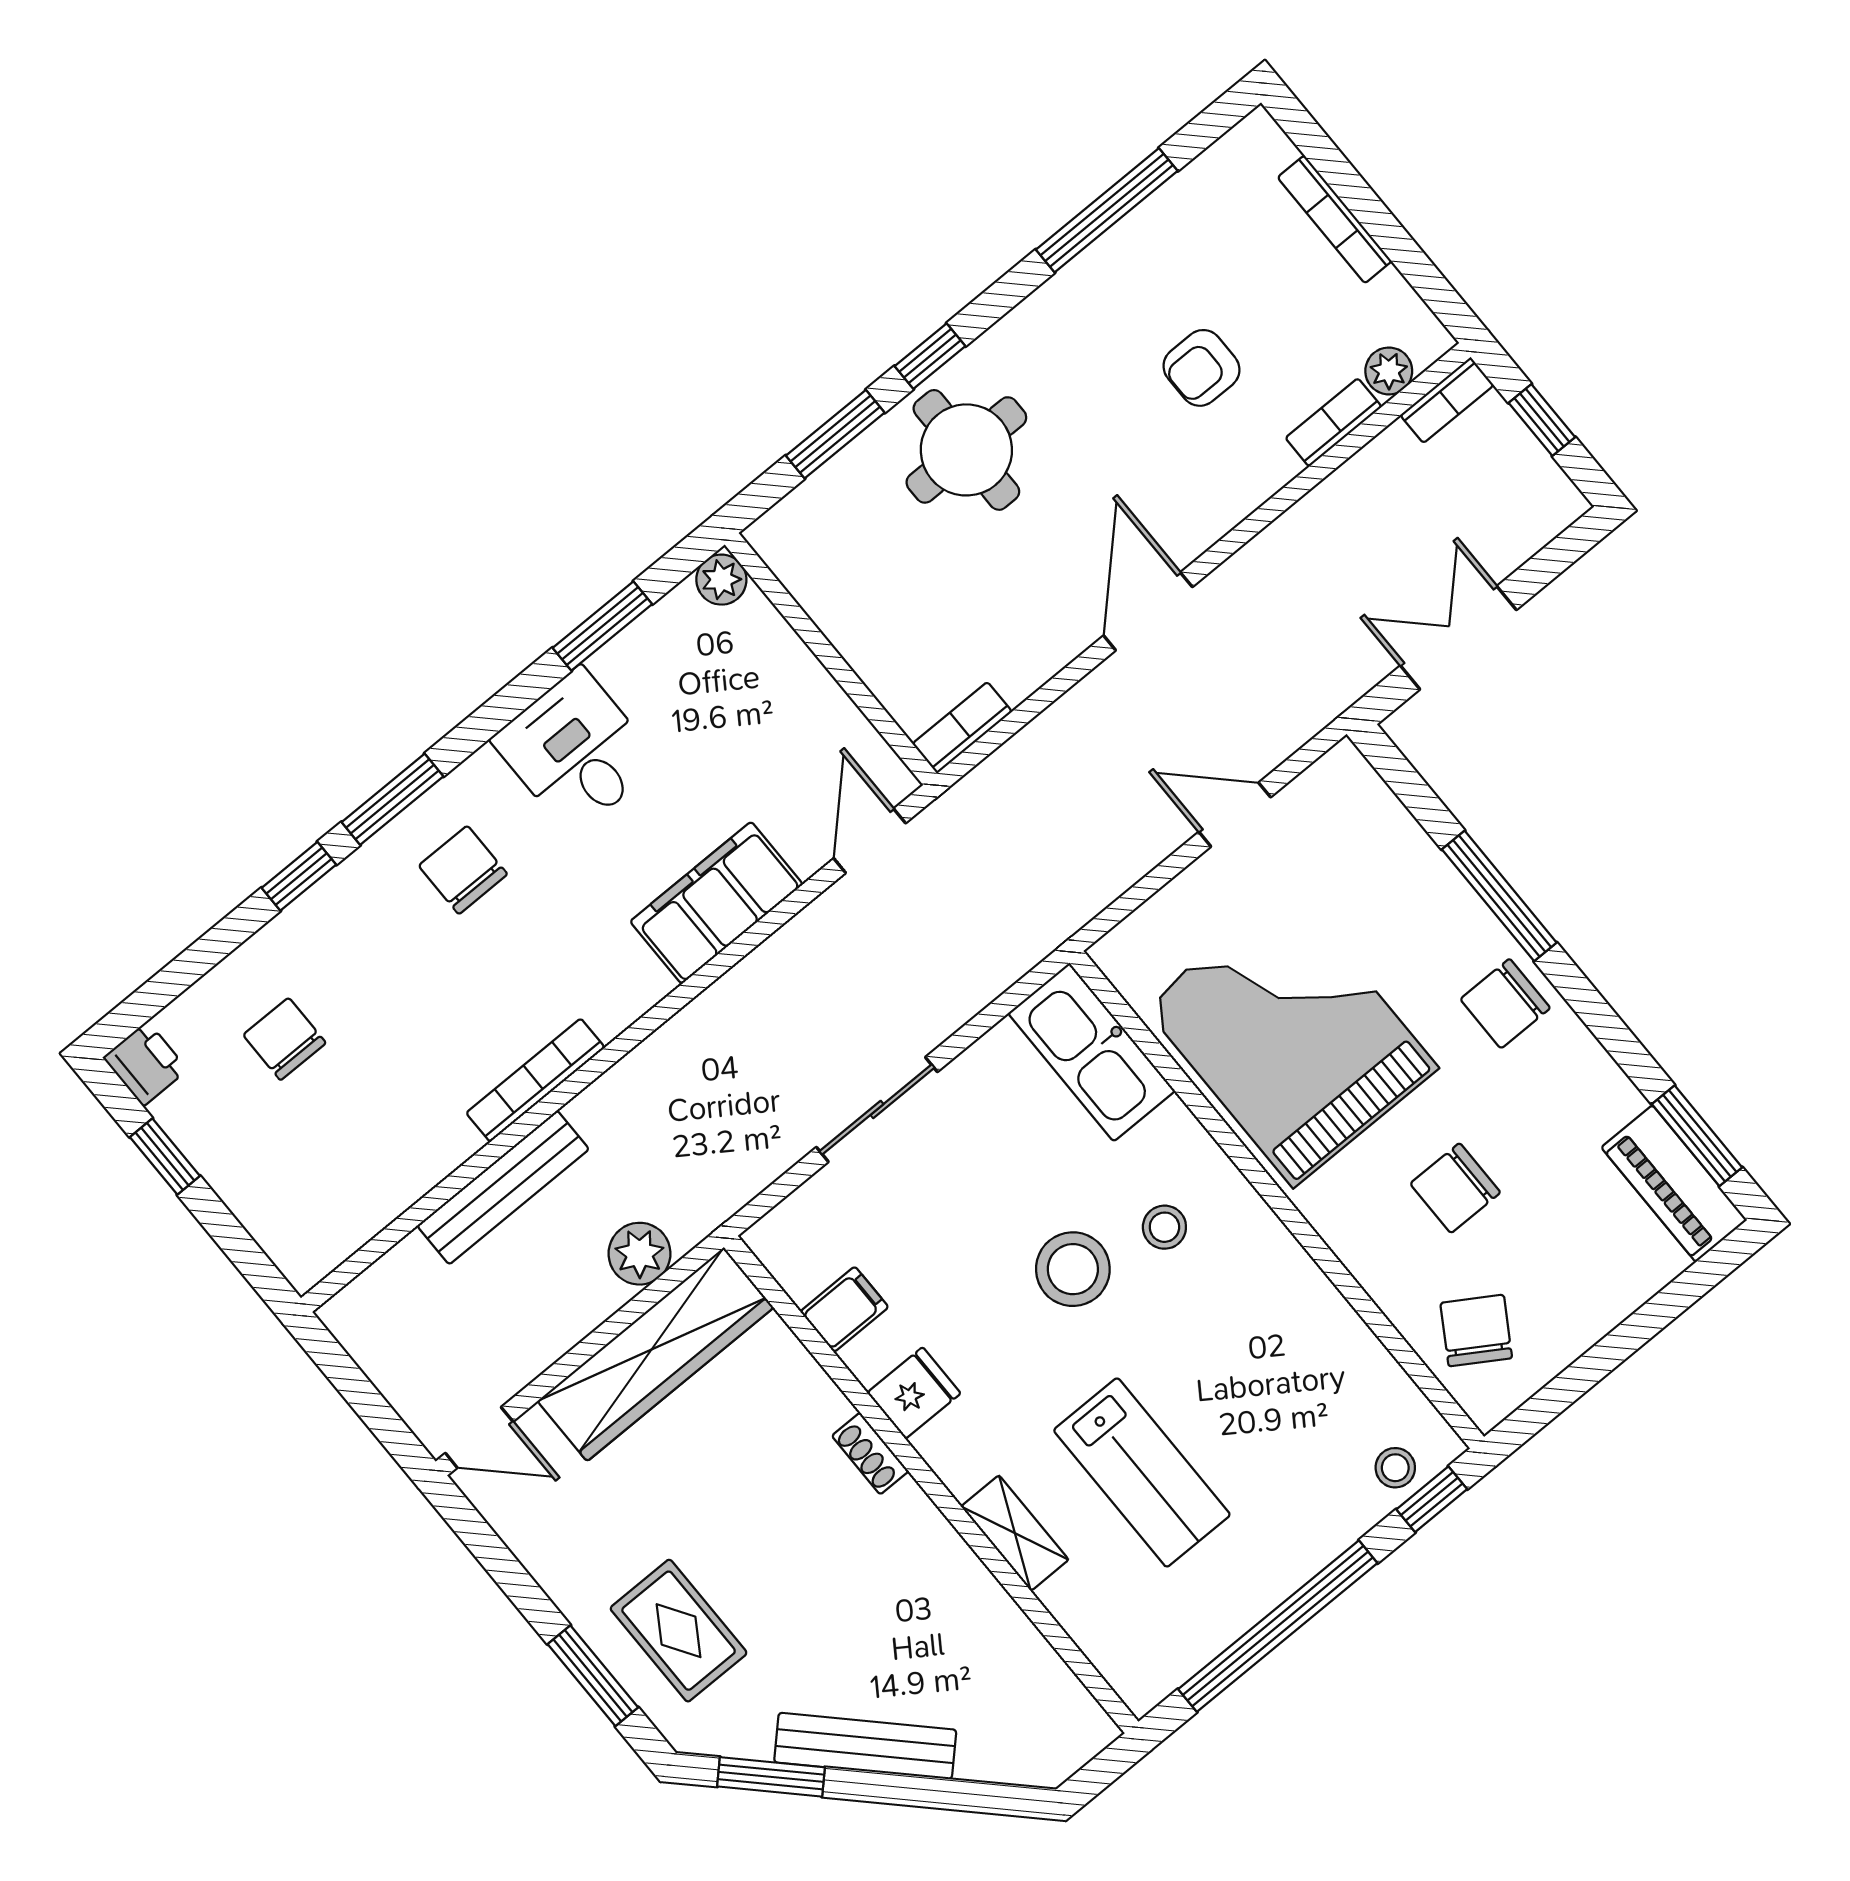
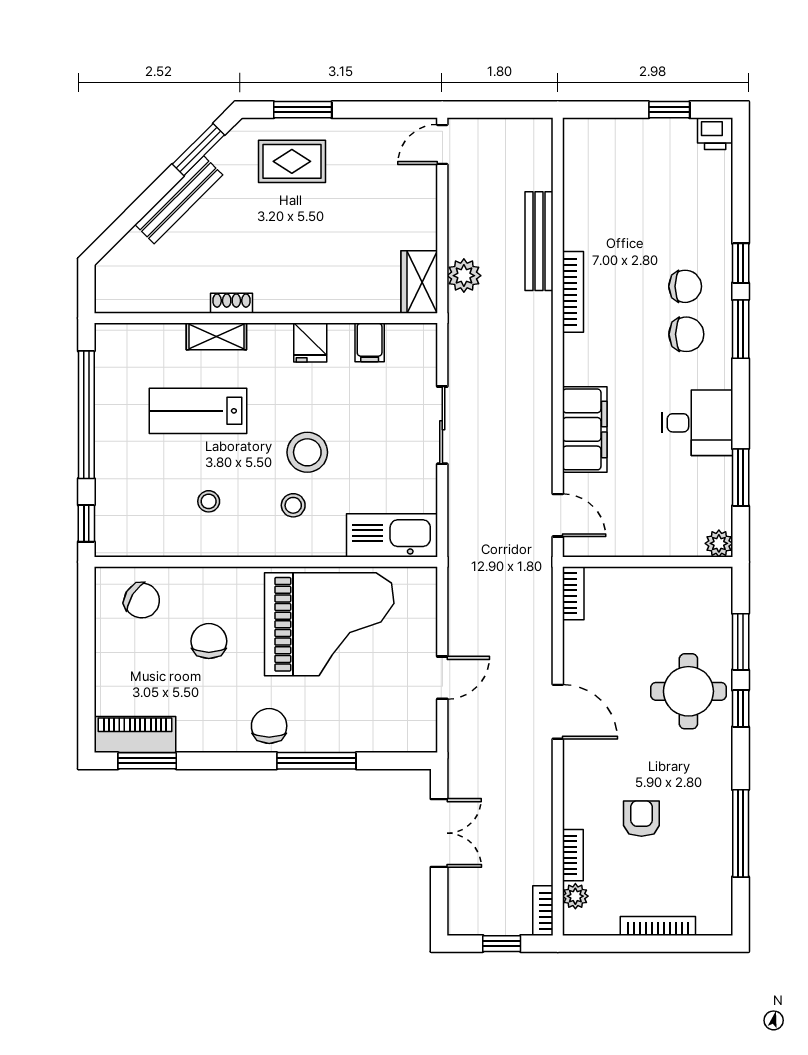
chair: (285, 1039) -> (685, 286), moved
wardrobe: (656, 1354) -> (419, 282), width x0.48, depth x0.85
shoe rack: (870, 1453) -> (231, 303), moved
stool: (1395, 1468) -> (209, 501), moved

